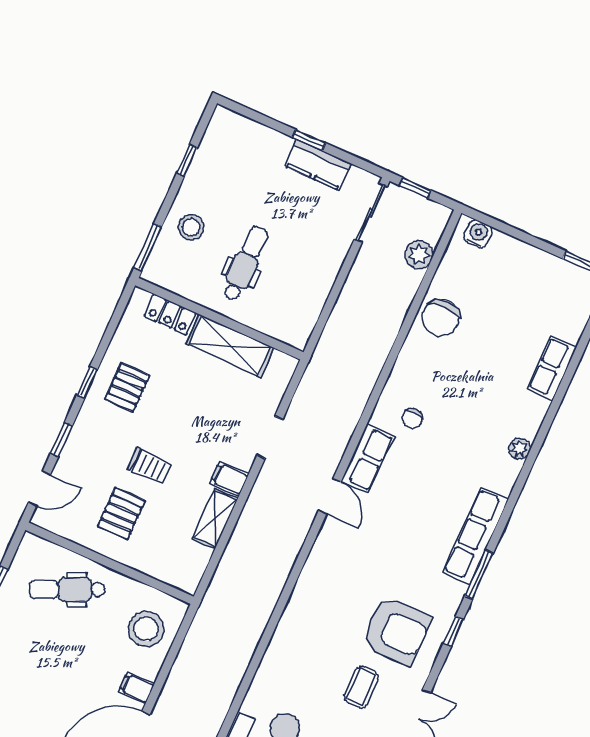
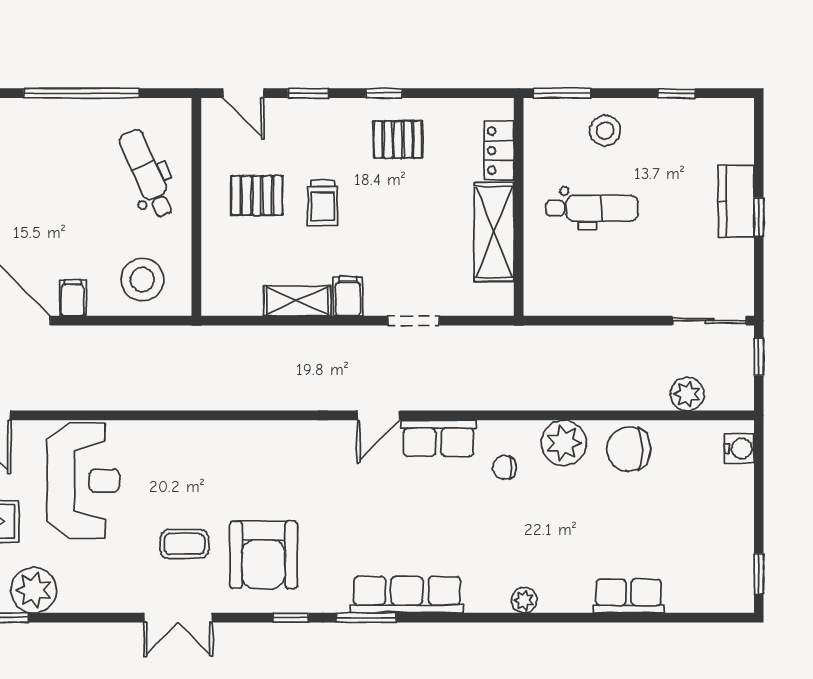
kitchen counter: (318, 165) -> (736, 201), moved
plant: (414, 365) -> (564, 443), added

